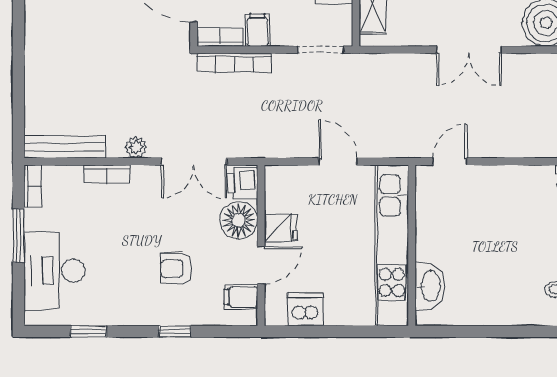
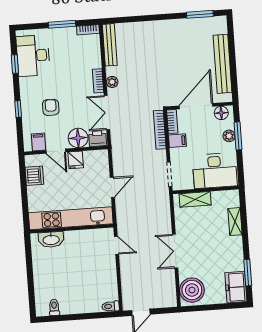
bookcase: (107, 174) -> (98, 81), moved
desk: (54, 271) -> (33, 56), moved, turned -90

